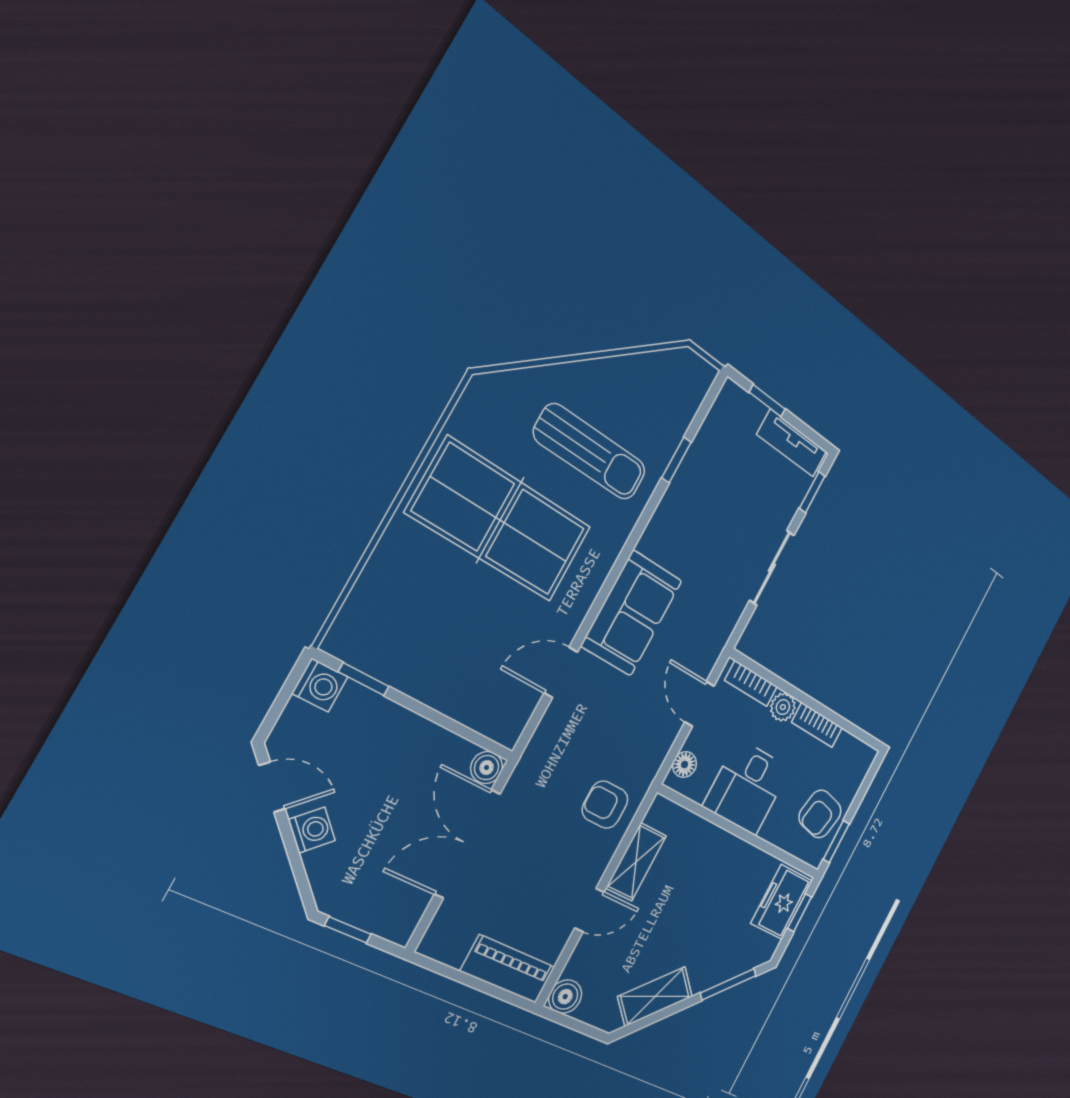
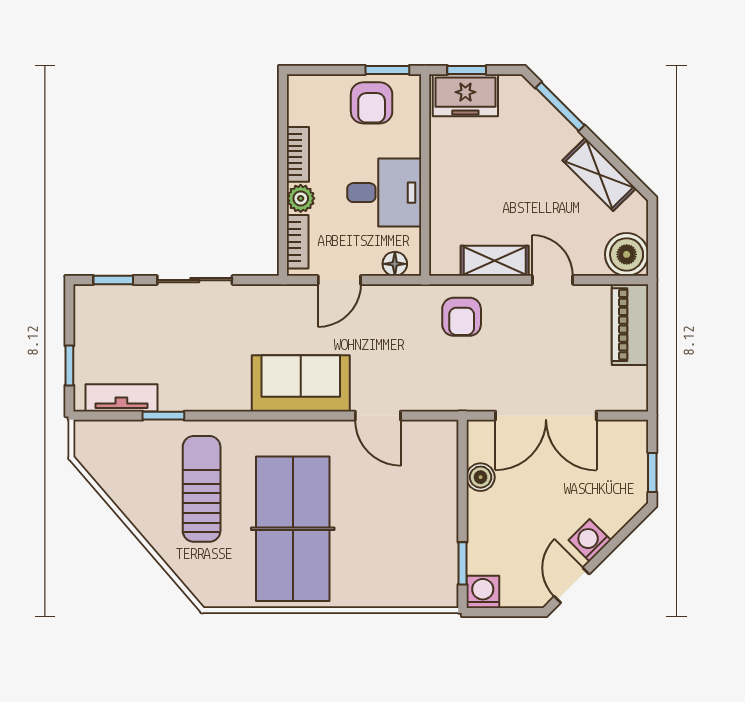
tv unit: (792, 443) -> (121, 398), moved, turned -90
boiler: (487, 768) -> (481, 477), moved
armchair: (820, 814) -> (372, 103), turned 78
boiler: (565, 997) -> (627, 254), width x1.36, depth x1.36

